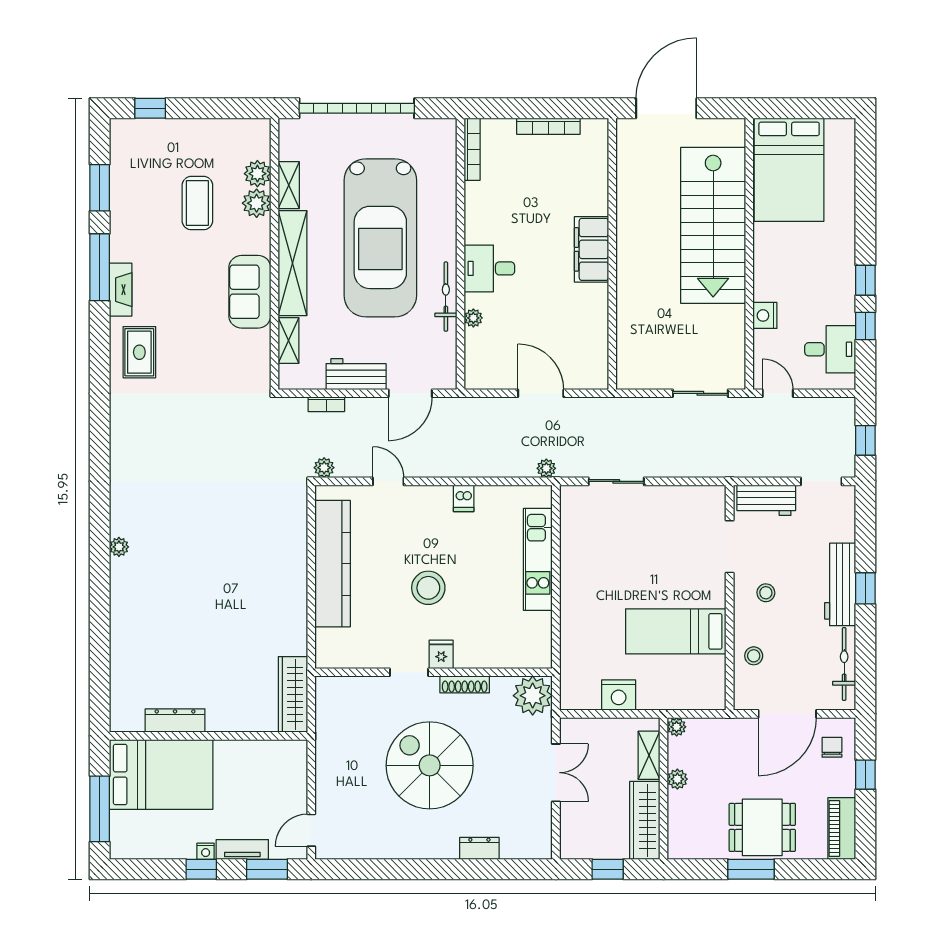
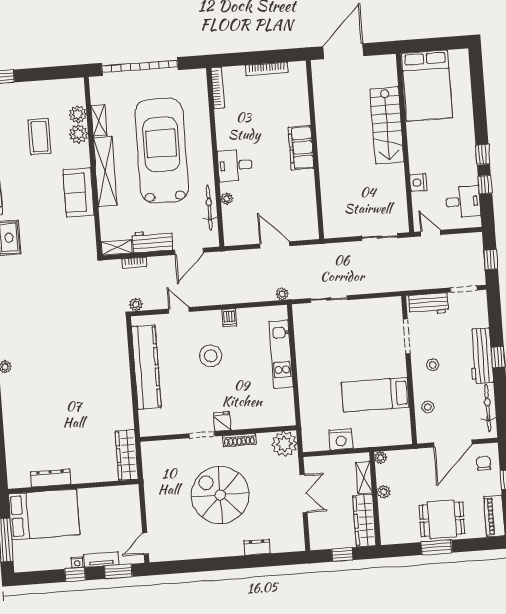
stairs: (713, 225) -> (387, 125), width x0.73, depth x0.66
car: (380, 238) -> (162, 151), turned 180
bicycle: (446, 297) -> (209, 208), moved
shelving: (289, 340) -> (117, 248), moved, turned 90
stool: (428, 588) -> (211, 356), moved

